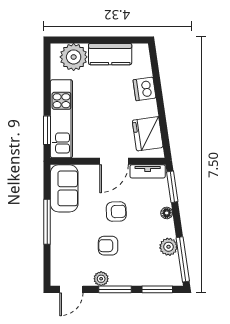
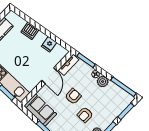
fridge: (148, 134) -> (49, 44), width x0.53, depth x0.75
plant: (169, 247) -> (103, 82), moved

